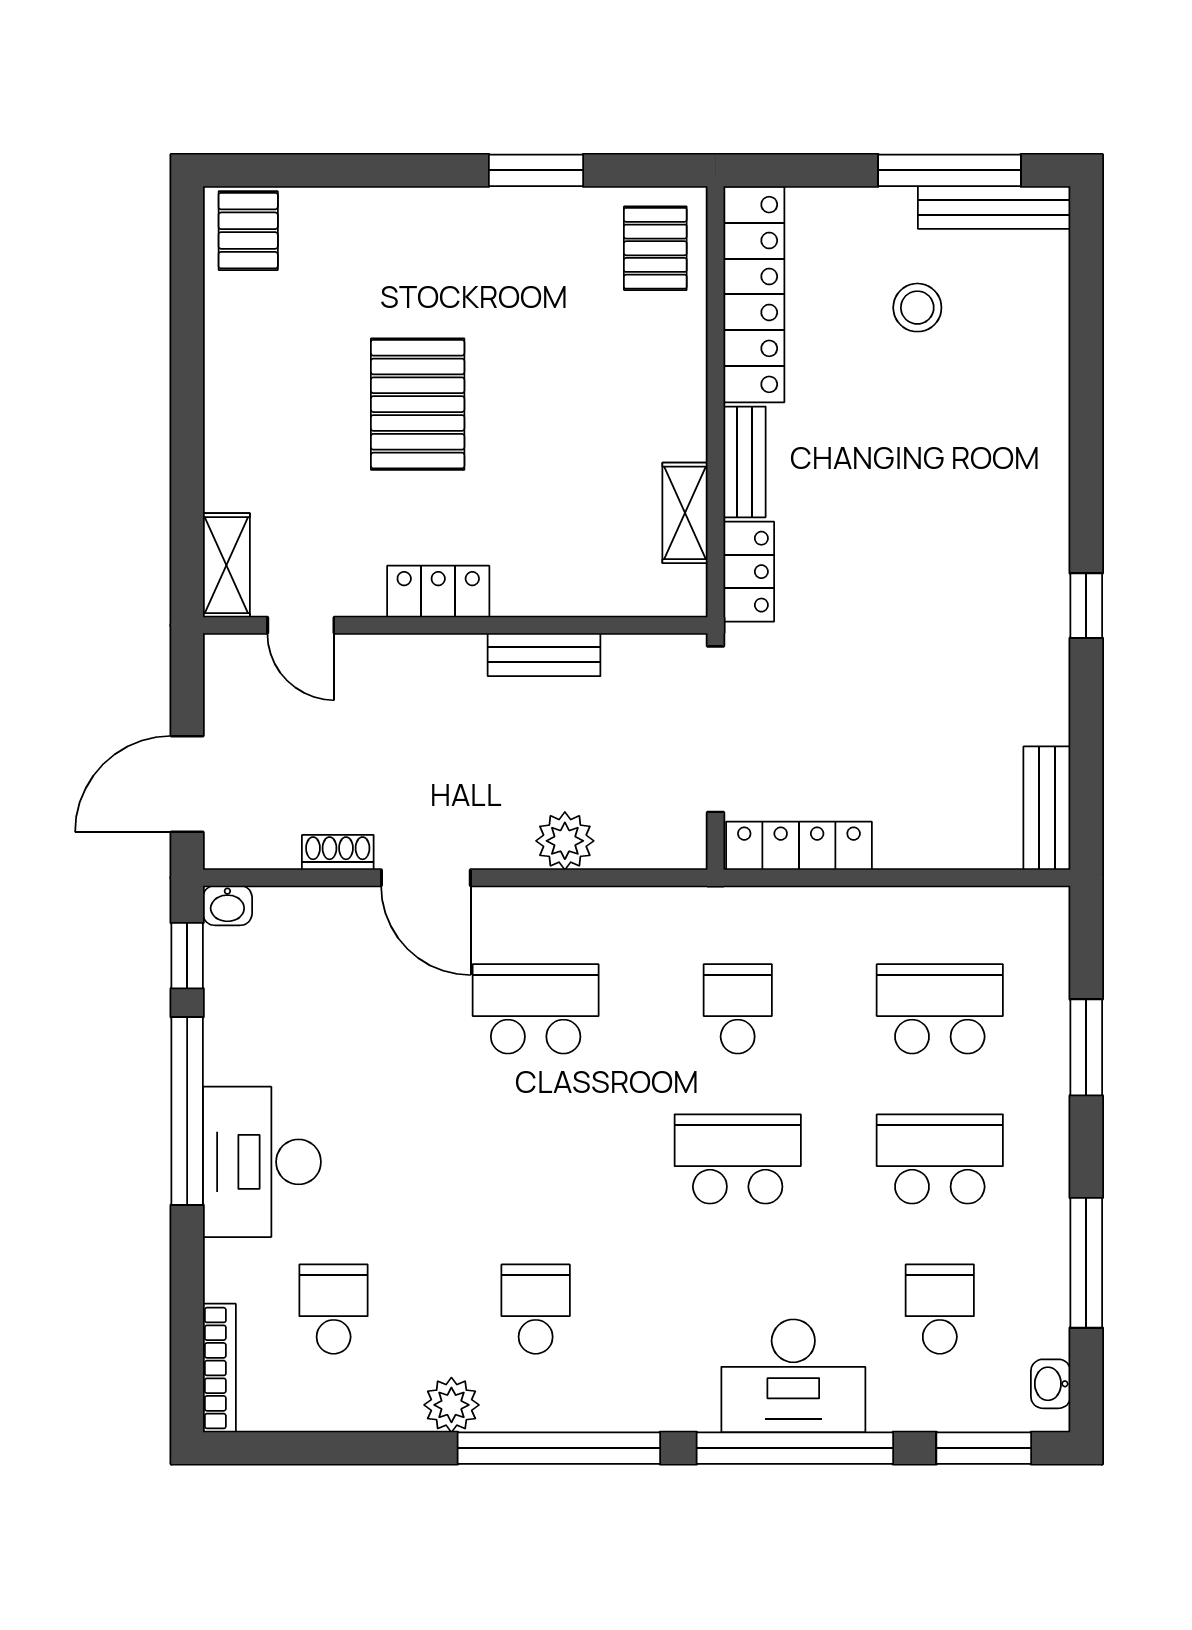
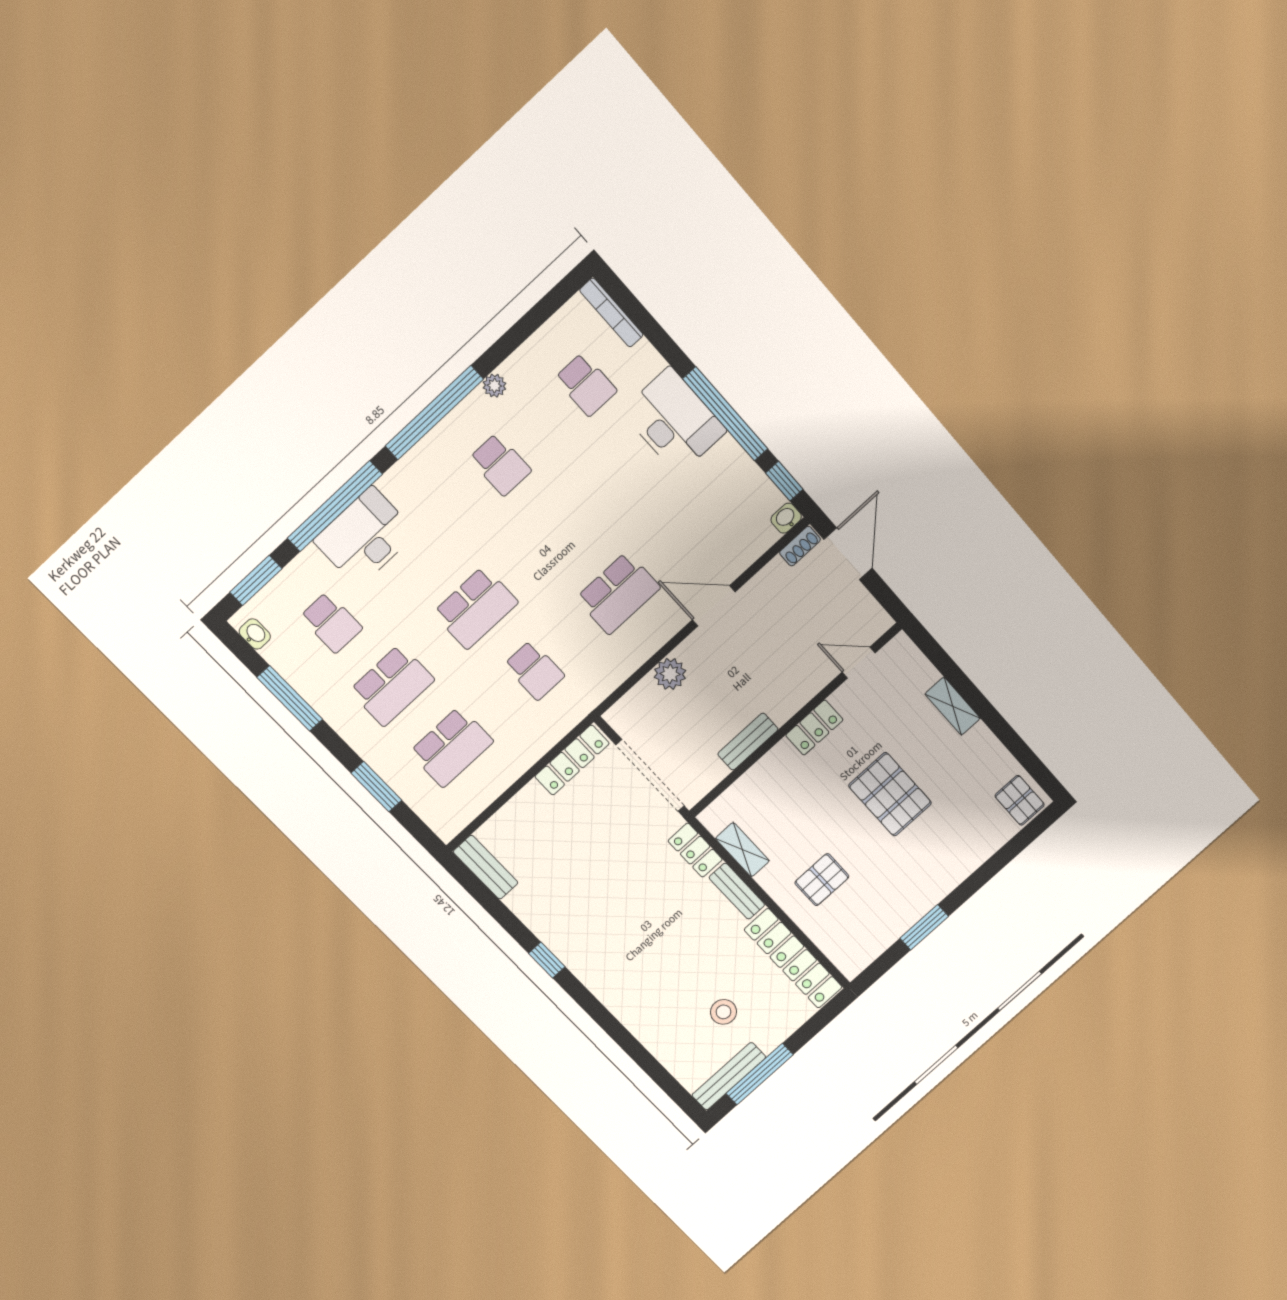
pallet: (655, 248) -> (822, 880), moved, turned 90
shelving: (226, 565) -> (953, 706), moved
shoe rack: (338, 852) -> (800, 546), moved
plant: (451, 1405) -> (494, 386), width x0.73, depth x0.73

